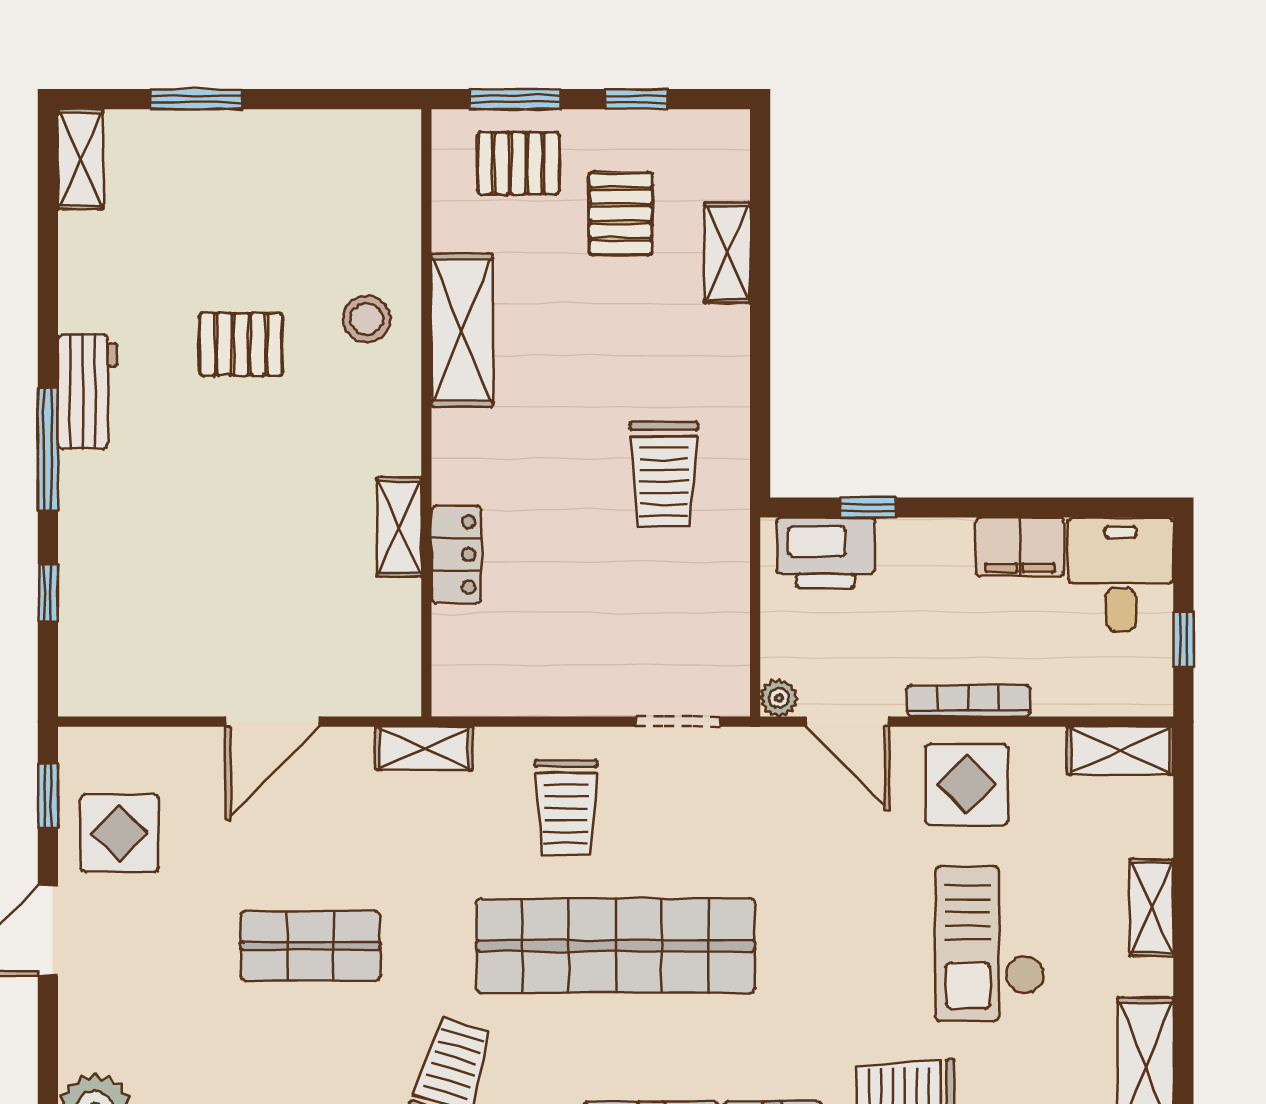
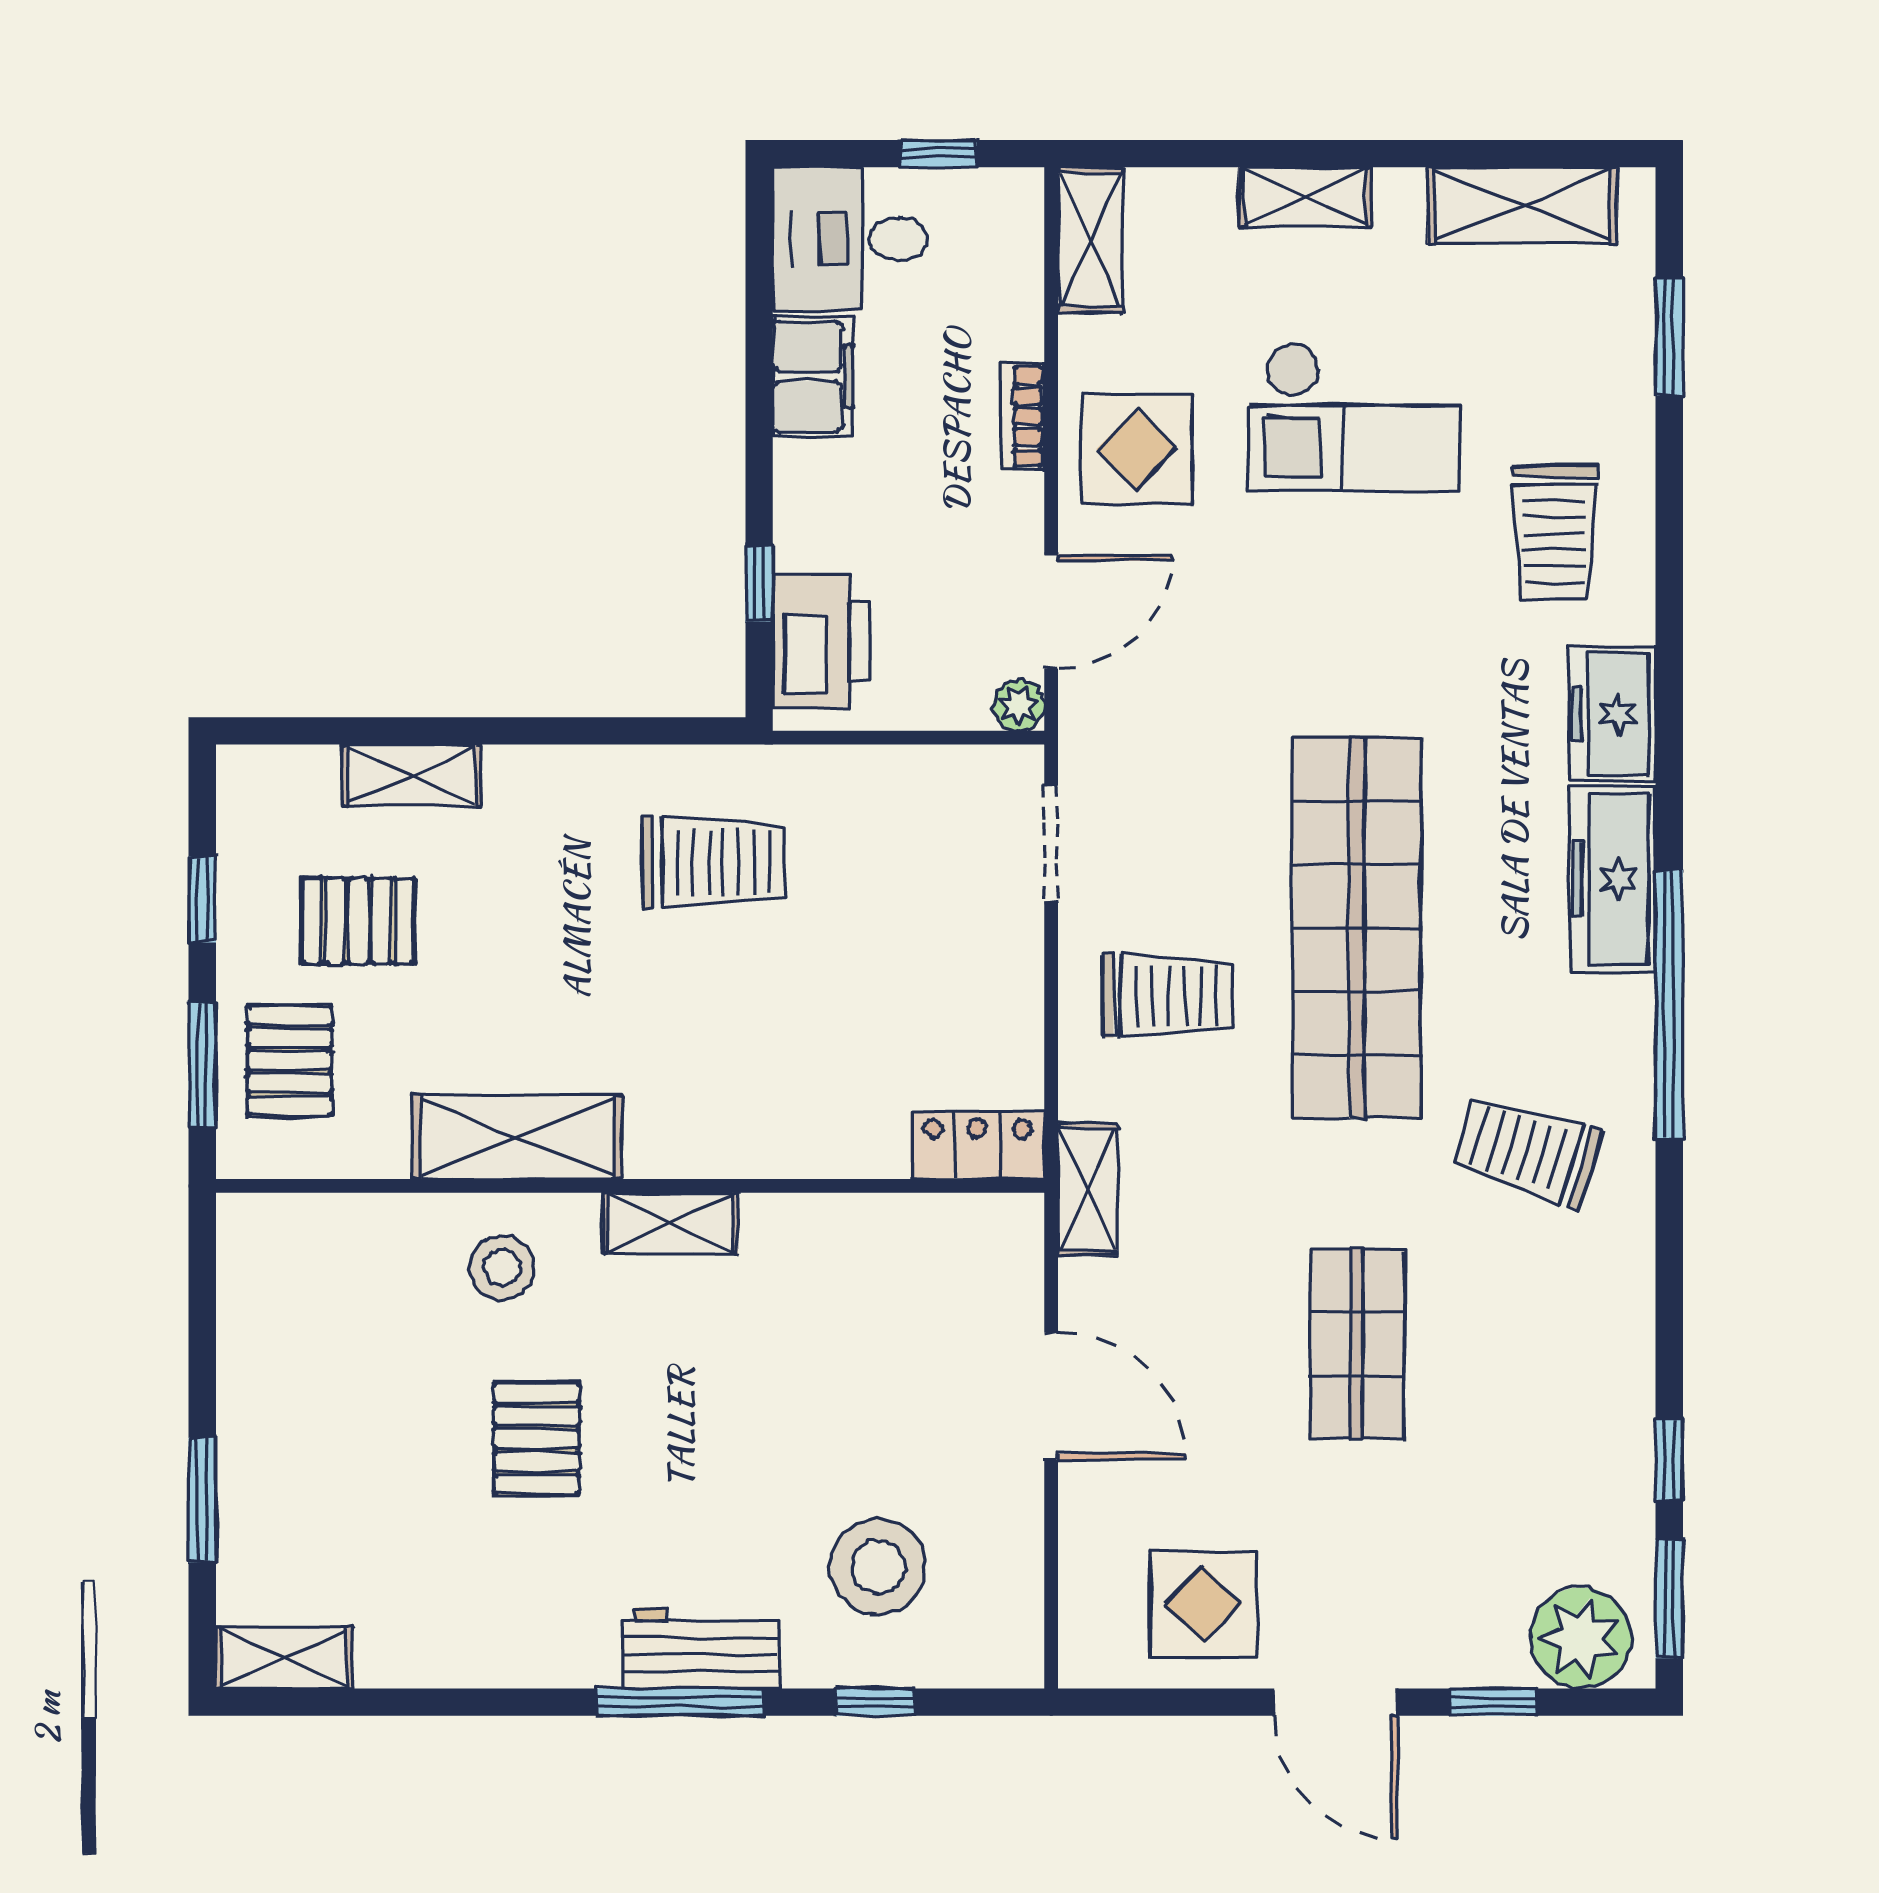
workbench: (88, 392) -> (701, 1648), moved
shelving: (399, 527) -> (670, 1223), moved
locker: (456, 554) -> (978, 1145), moved
stool: (147, 595) -> (878, 1567), added
bookcase: (968, 701) -> (1023, 416), width x0.64
window: (48, 796) -> (1494, 1702), moved

